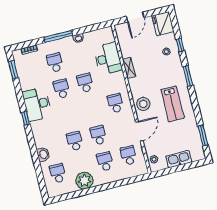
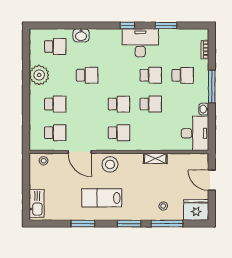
window: (180, 45) -> (167, 224), width x2.17
desk: (108, 58) -> (195, 133), moved, turned -90
window: (13, 70) -> (166, 26), moved
school desk: (98, 135) -> (119, 104), moved
window: (203, 136) -> (83, 224), moved
kitchen sink: (179, 159) -> (37, 203), moved

